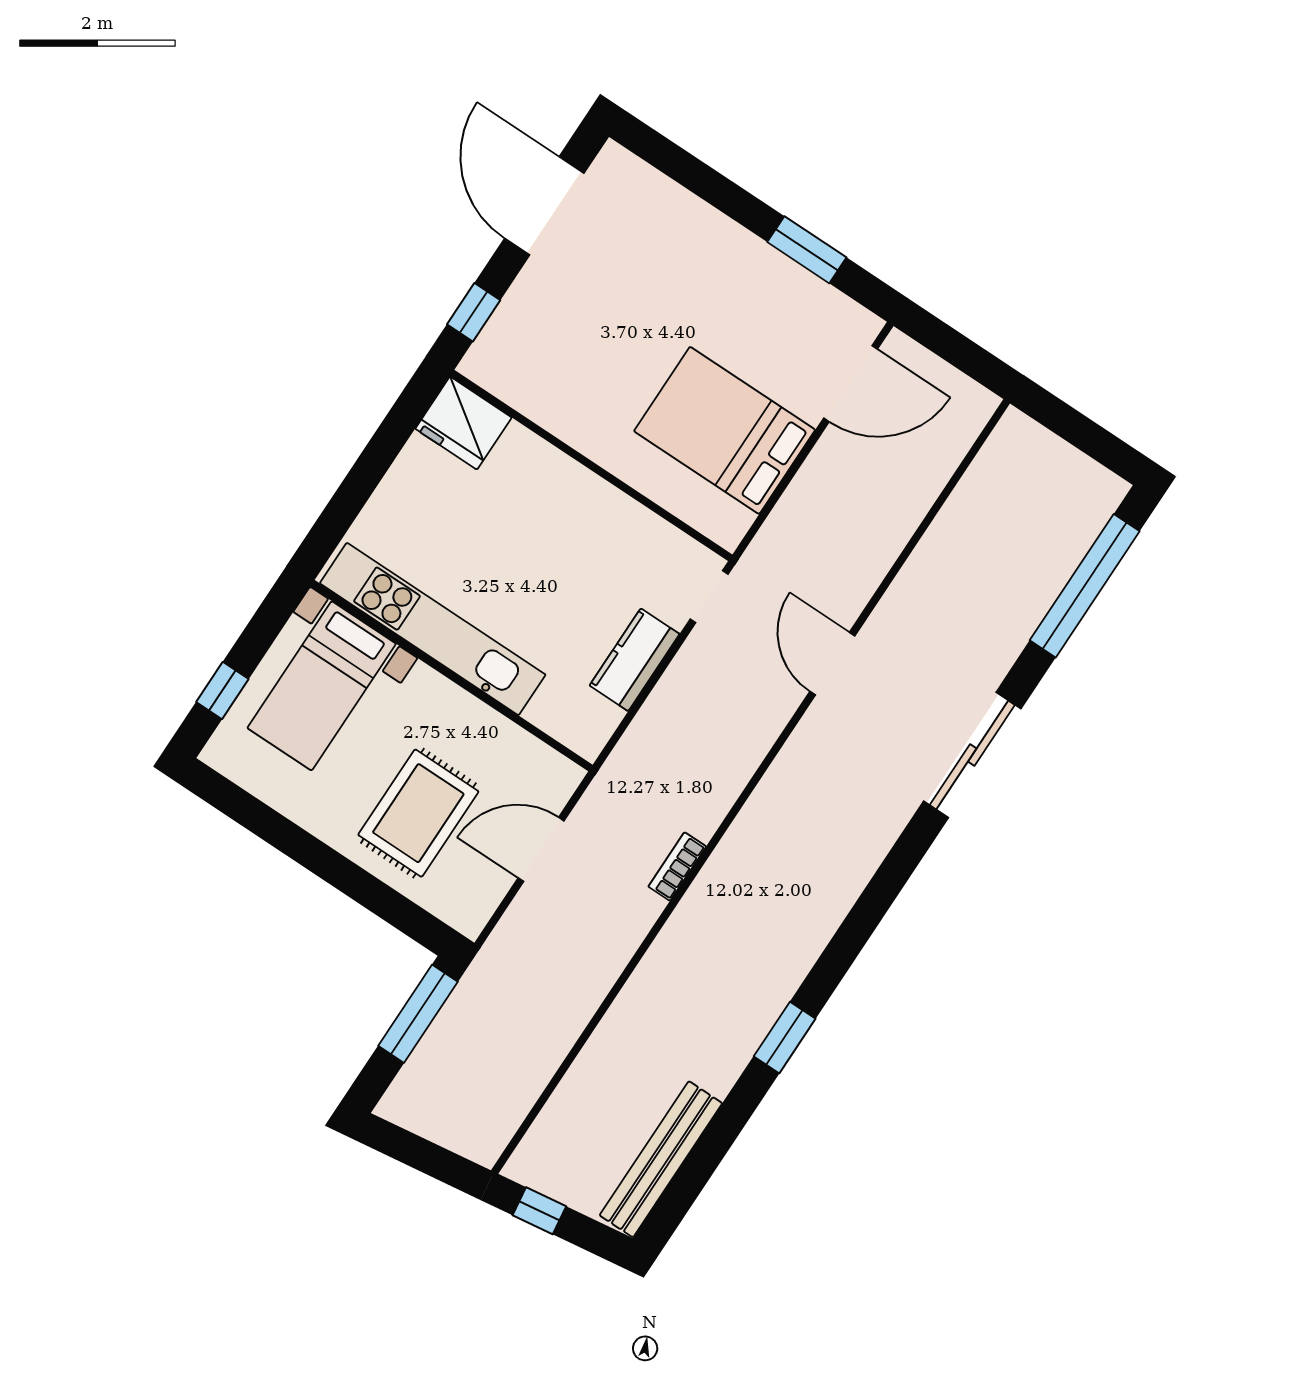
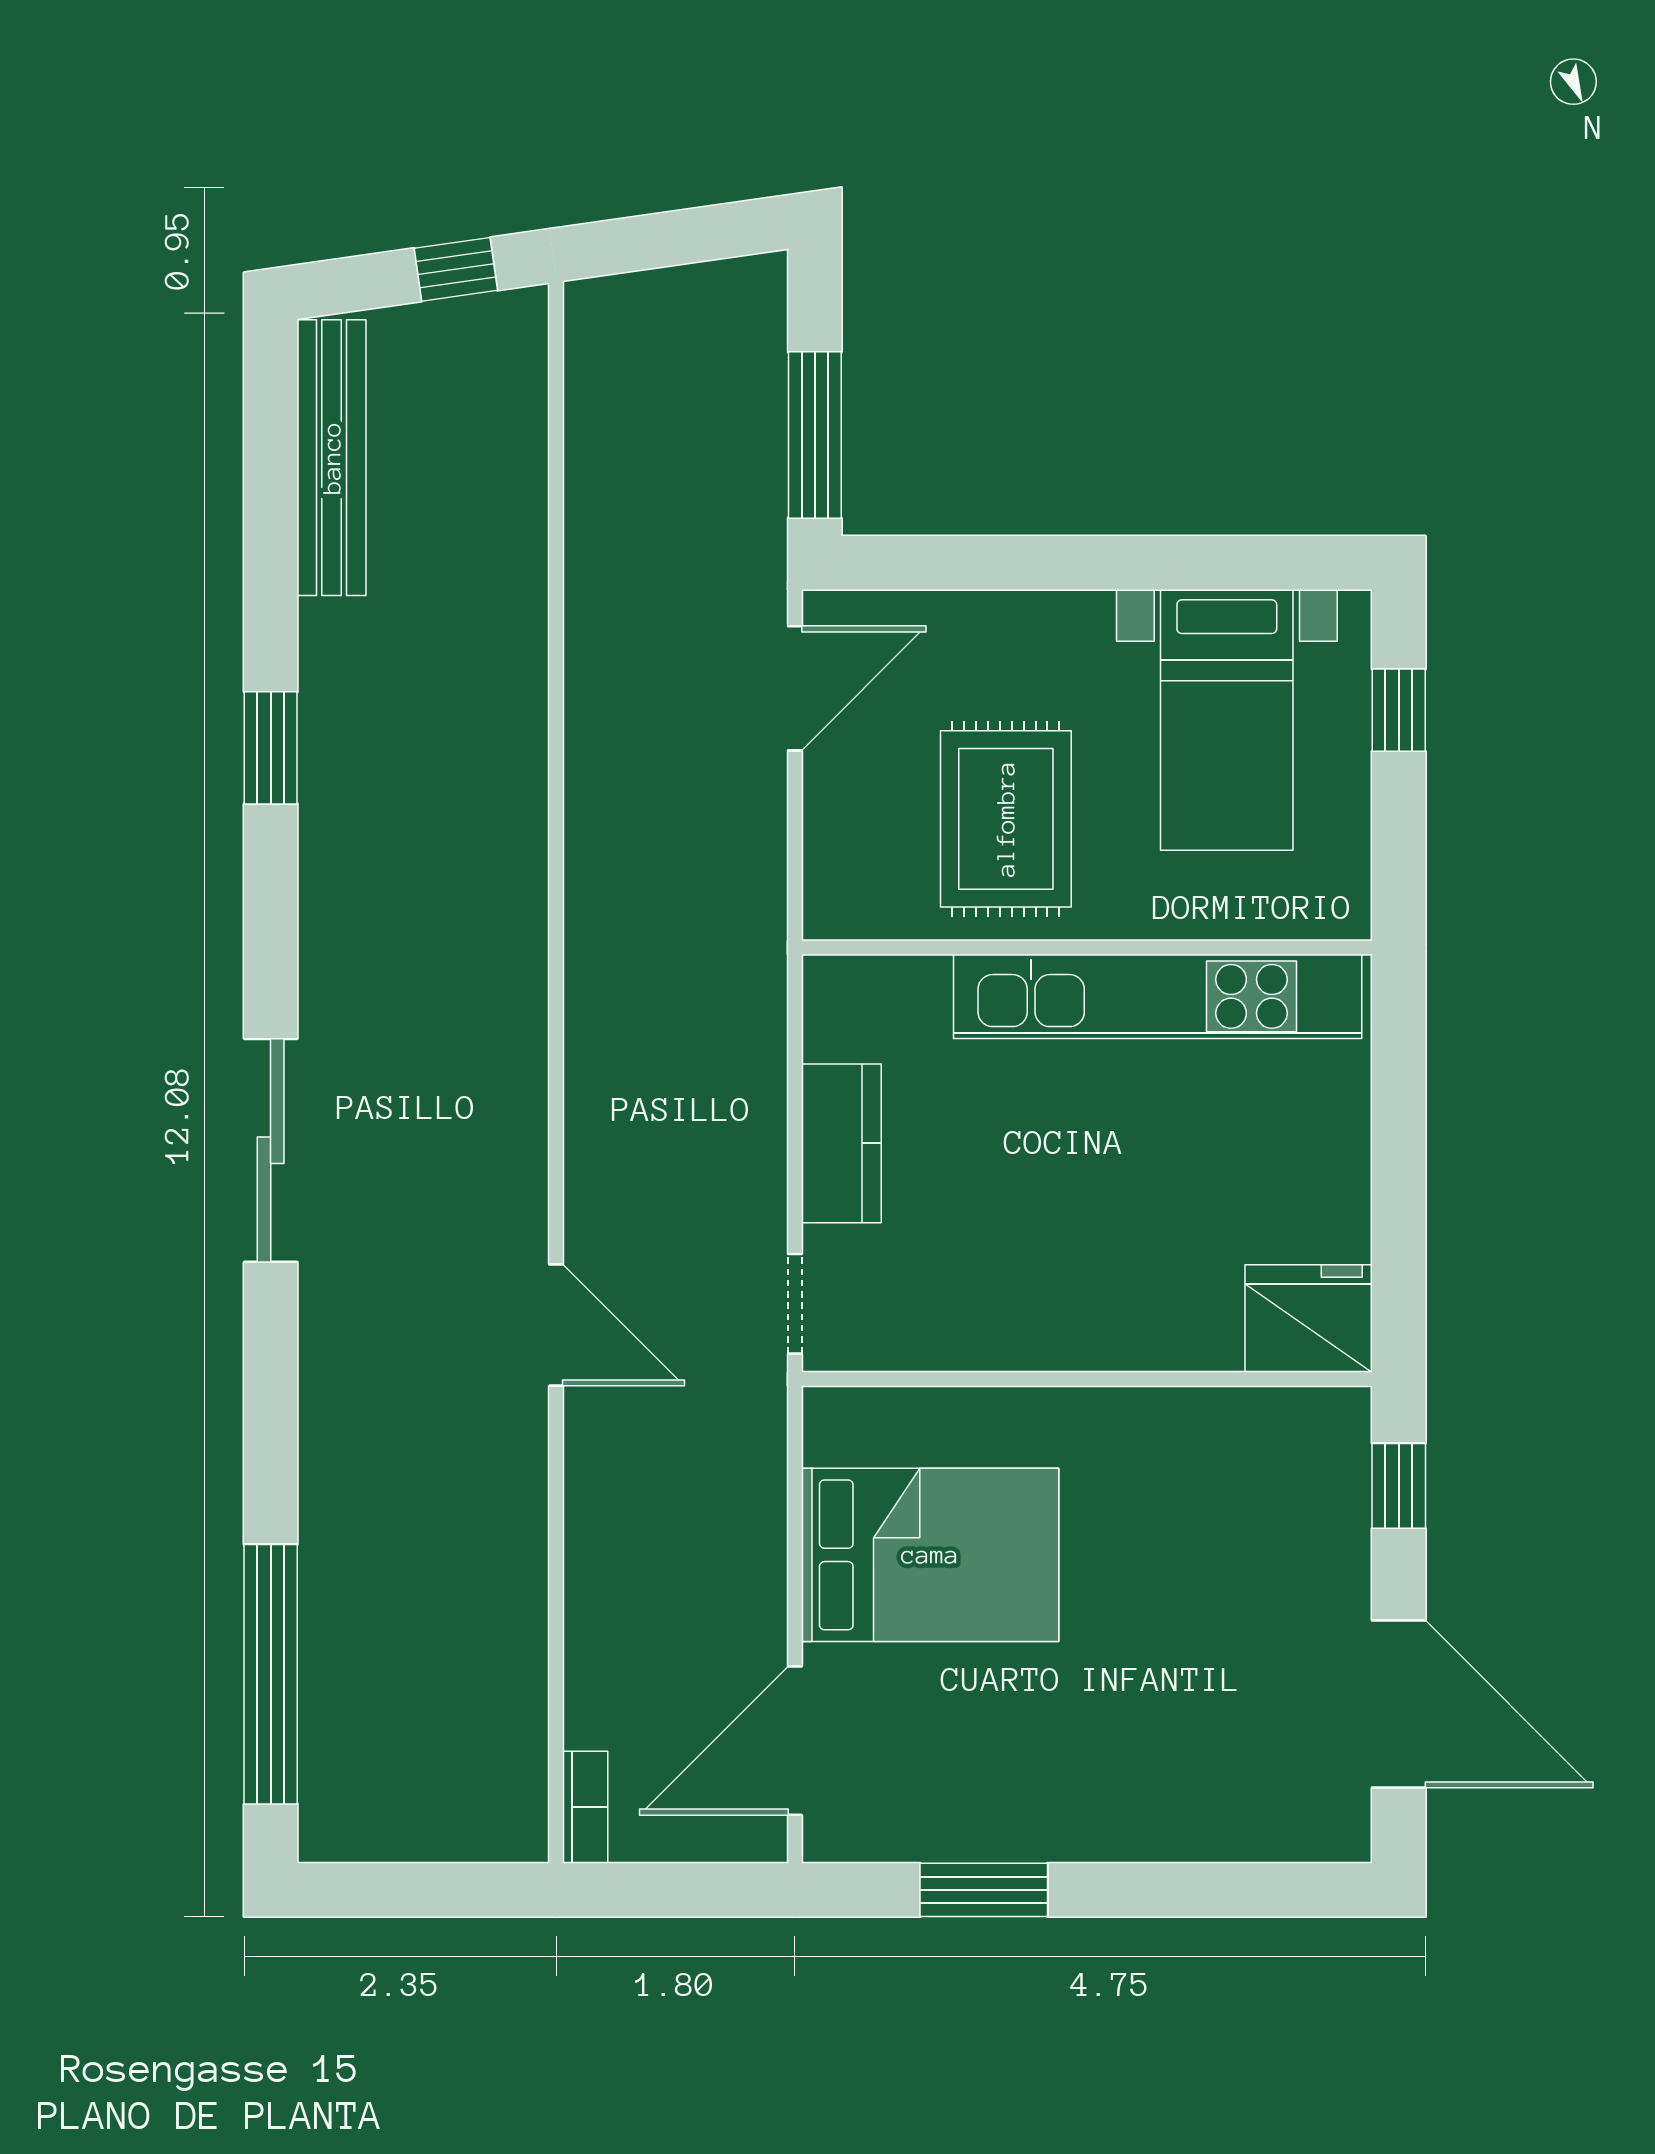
bed with nightstands: (322, 686) -> (1227, 720), moved, turned 180
sliding door: (972, 755) -> (271, 1150), moved
rug: (418, 813) -> (1006, 819), moved
door: (541, 849) -> (795, 688), moved
bookcase: (677, 867) -> (585, 1807), moved

